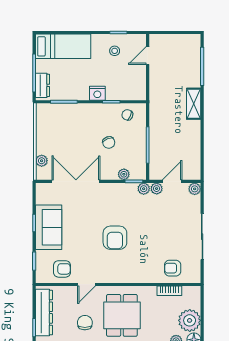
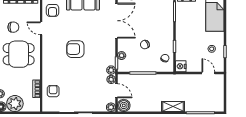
nightstand: (97, 93) -> (181, 66), moved
boiler: (192, 171) -> (124, 105), added

